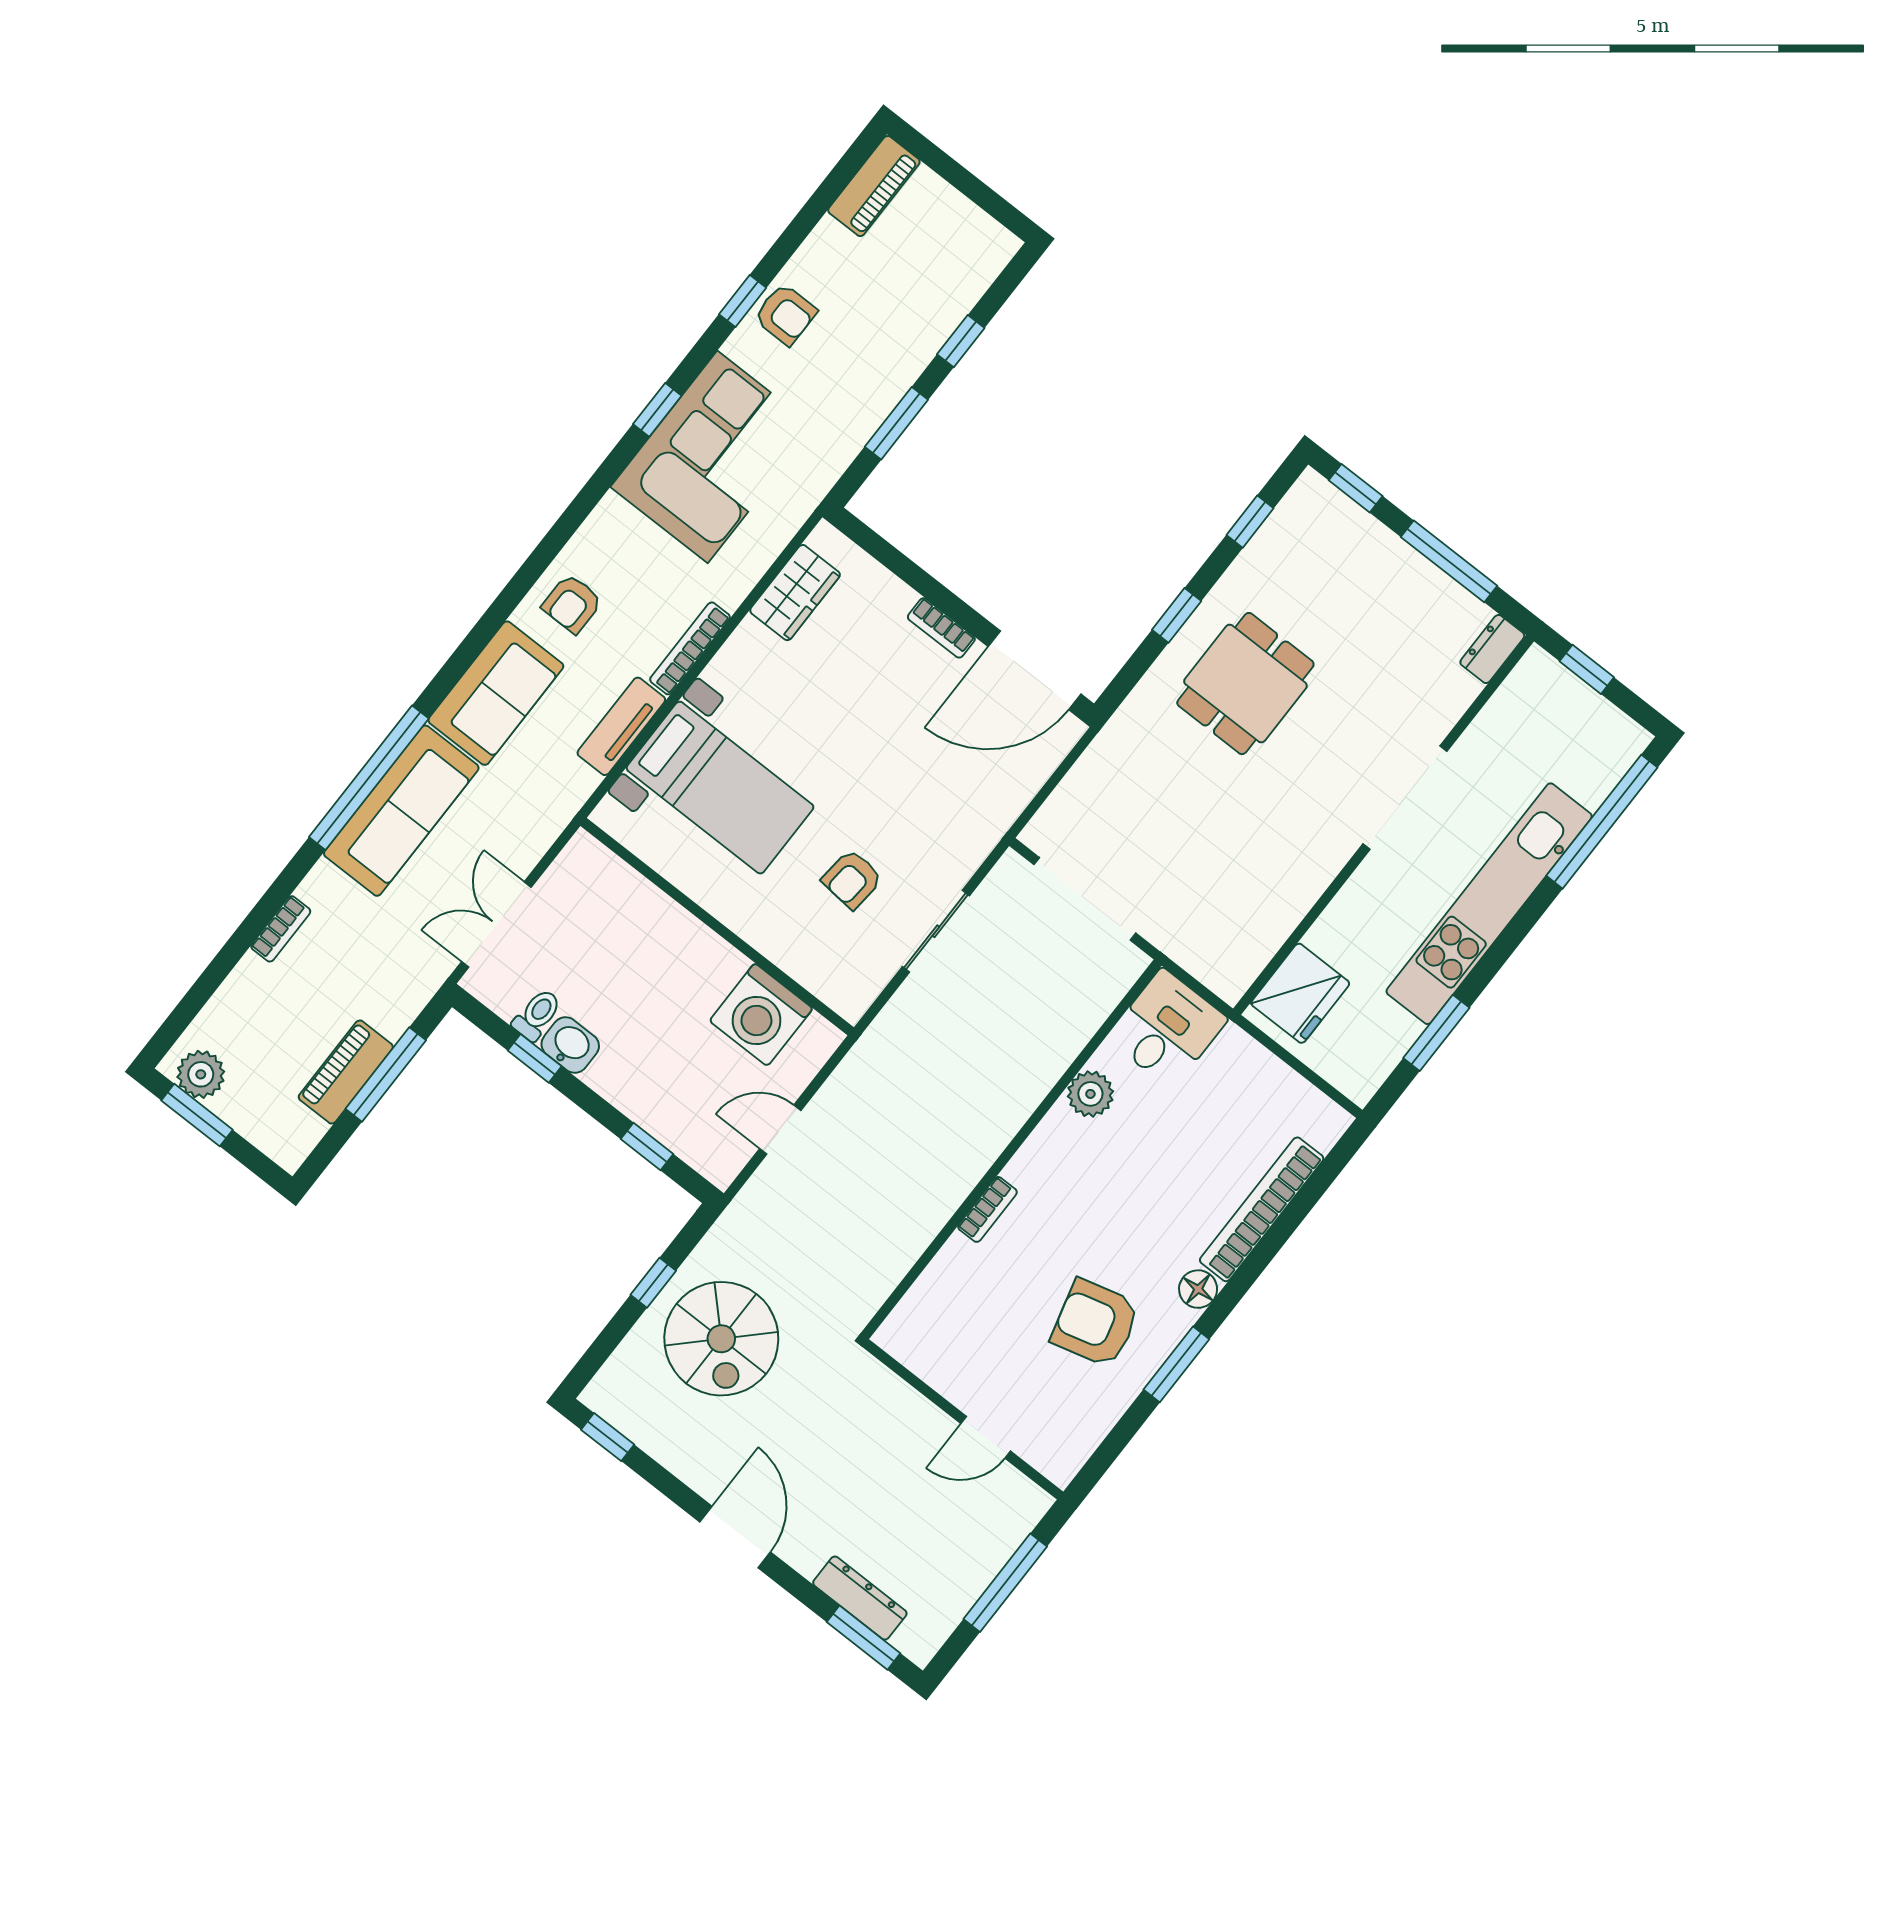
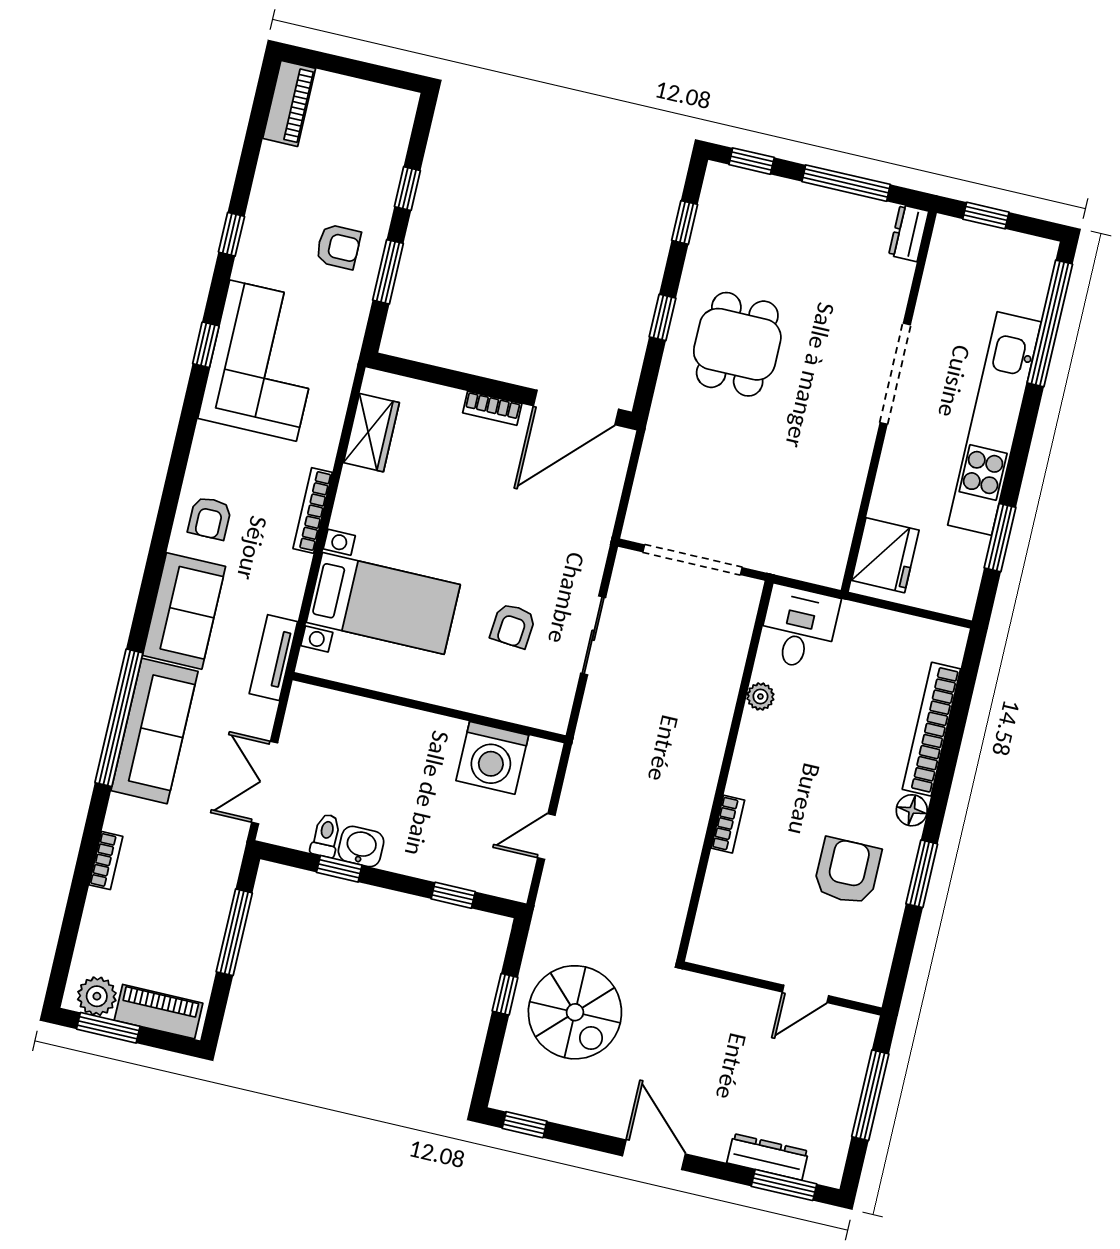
armchair: (785, 314) -> (338, 247), moved
tv unit: (621, 726) -> (273, 658), moved
piano: (346, 1072) -> (159, 1012), moved, turned 90
plant: (1090, 1094) -> (760, 696), width x0.73, depth x0.73
armchair: (1095, 1323) -> (847, 871), turned 105

